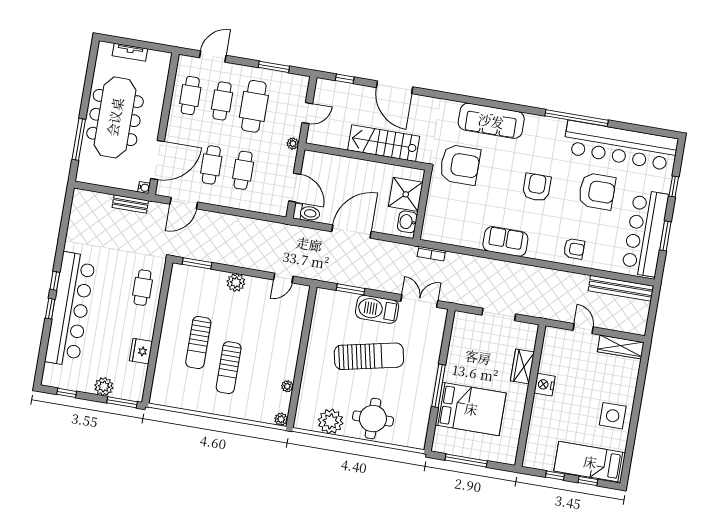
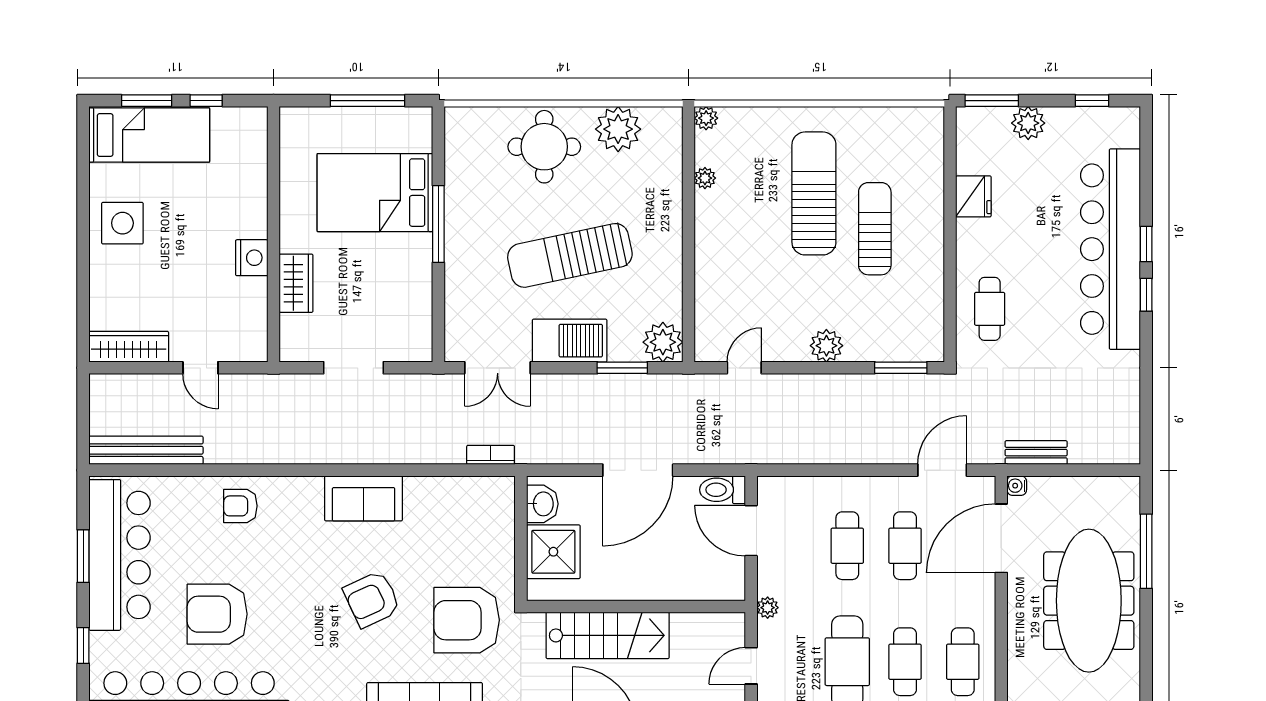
armchair: (537, 187) -> (372, 599), moved, turned 65
plant: (326, 300) -> (663, 342), added
sun lounger: (229, 368) -> (814, 193), width x1.36, depth x1.34
window: (588, 481) -> (147, 101), width x1.50

